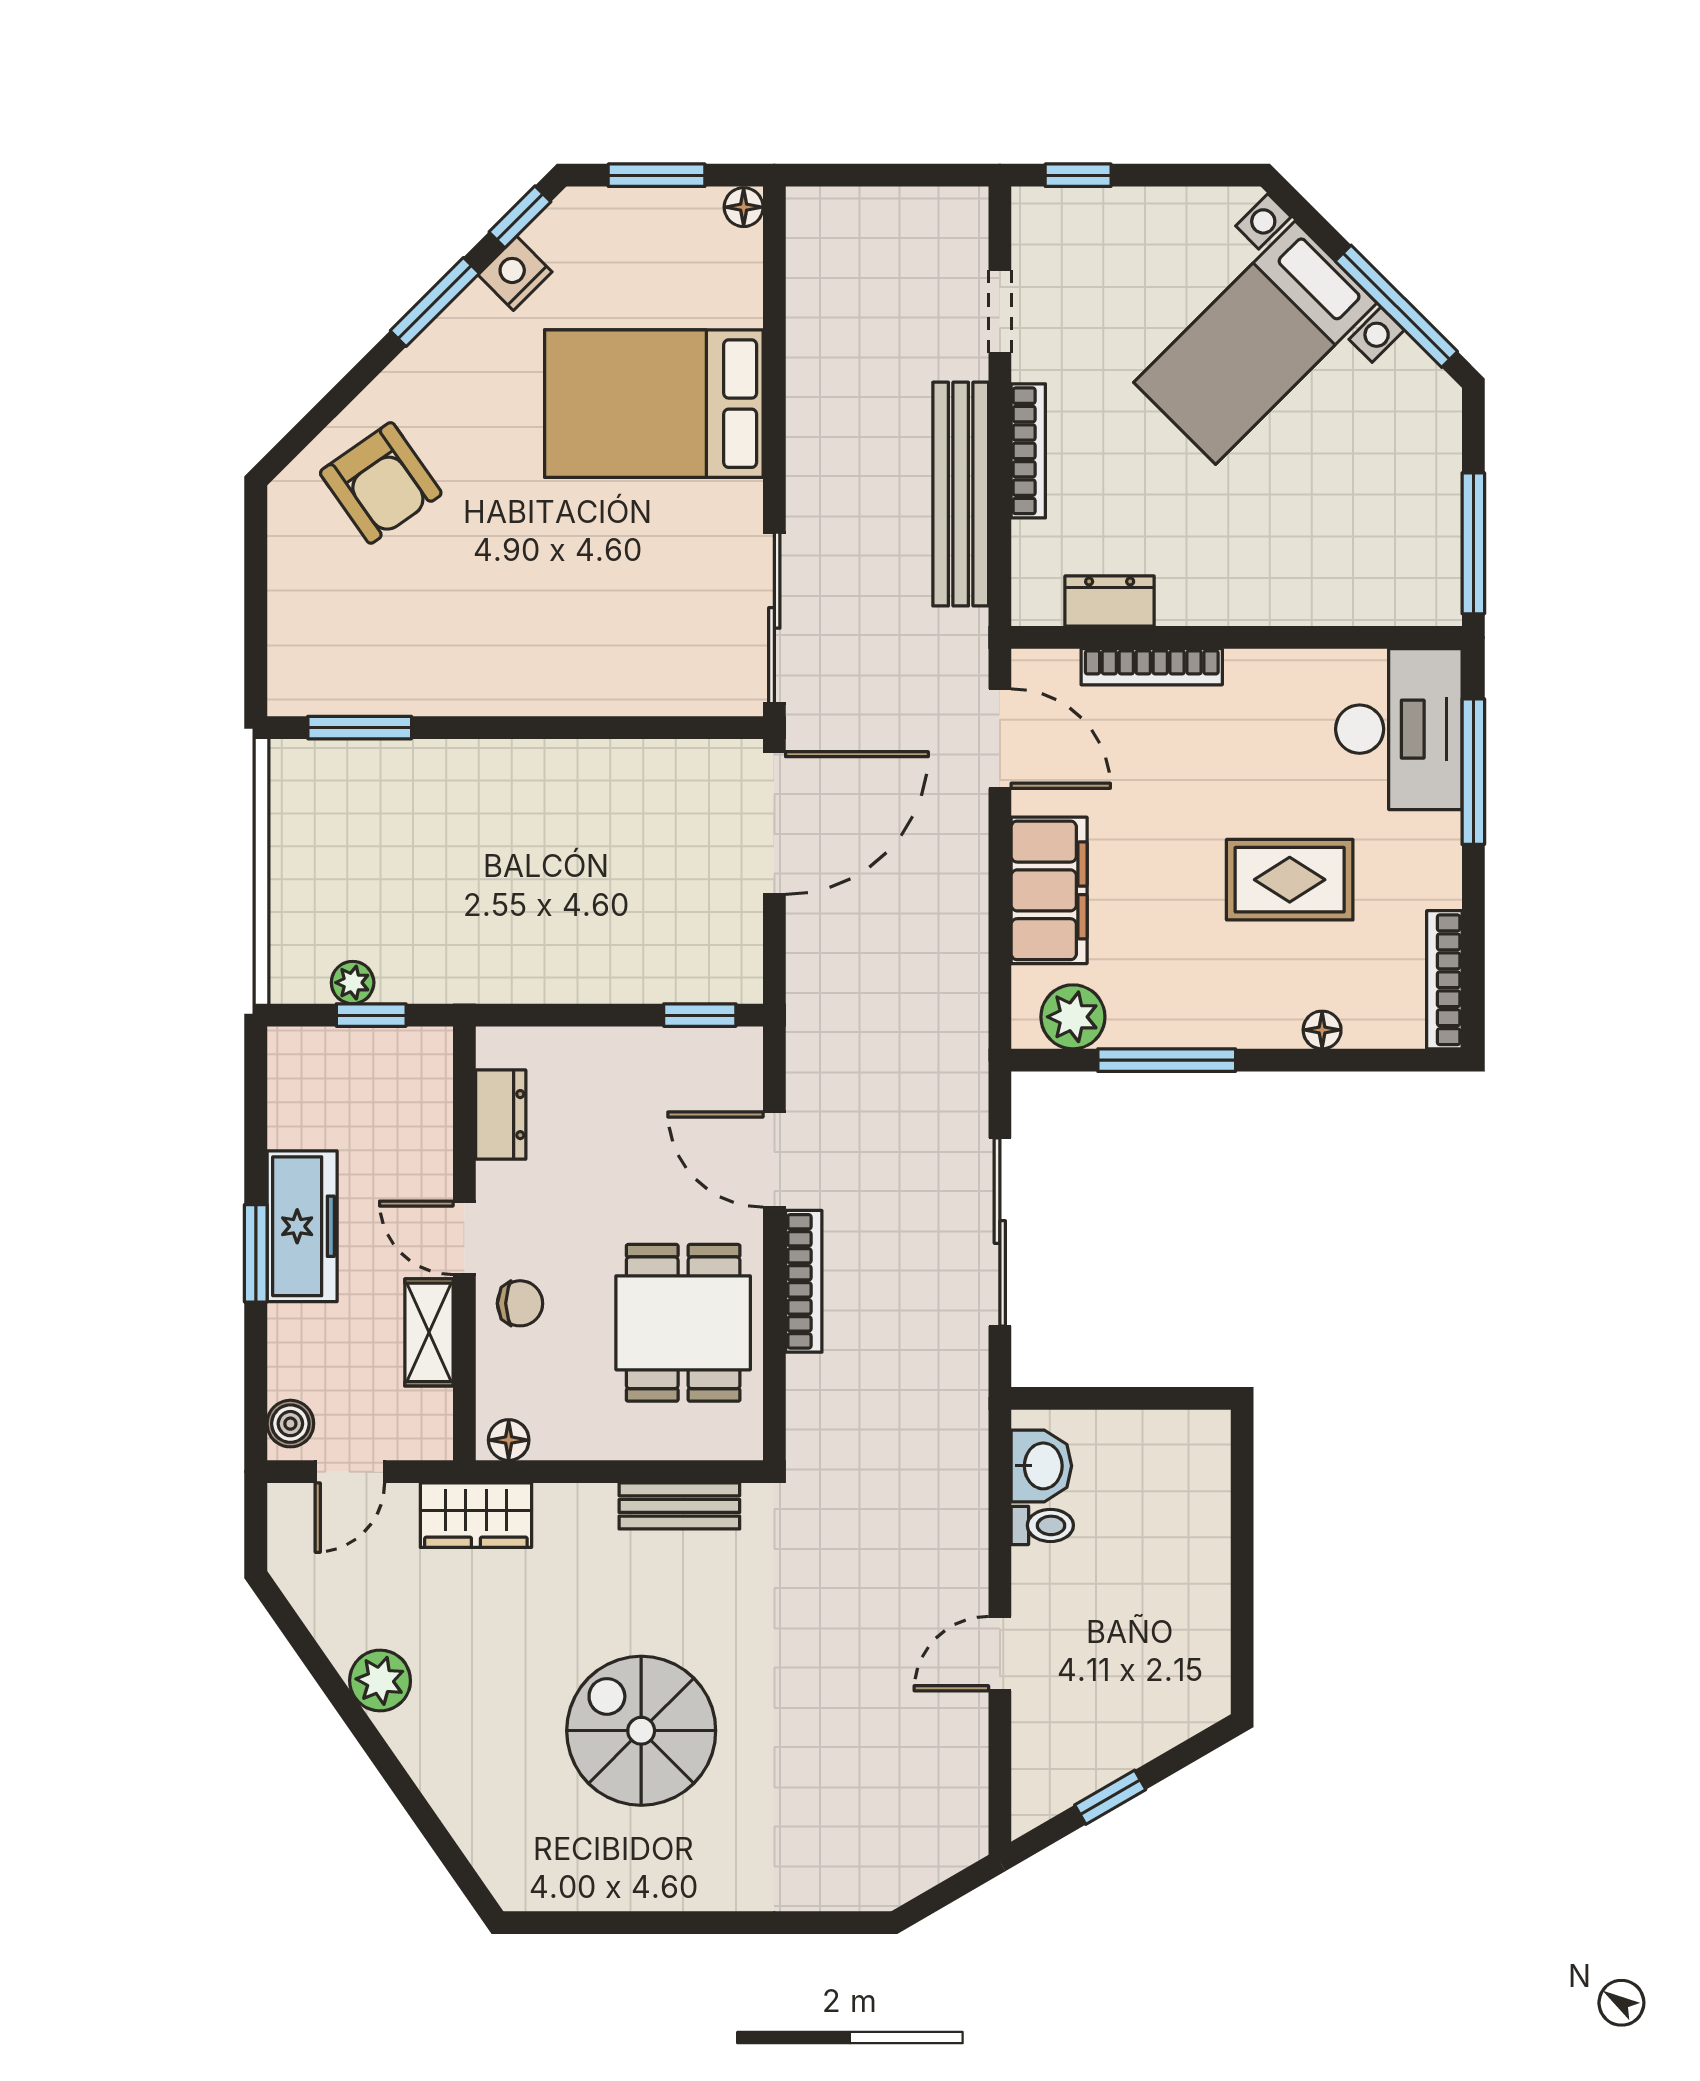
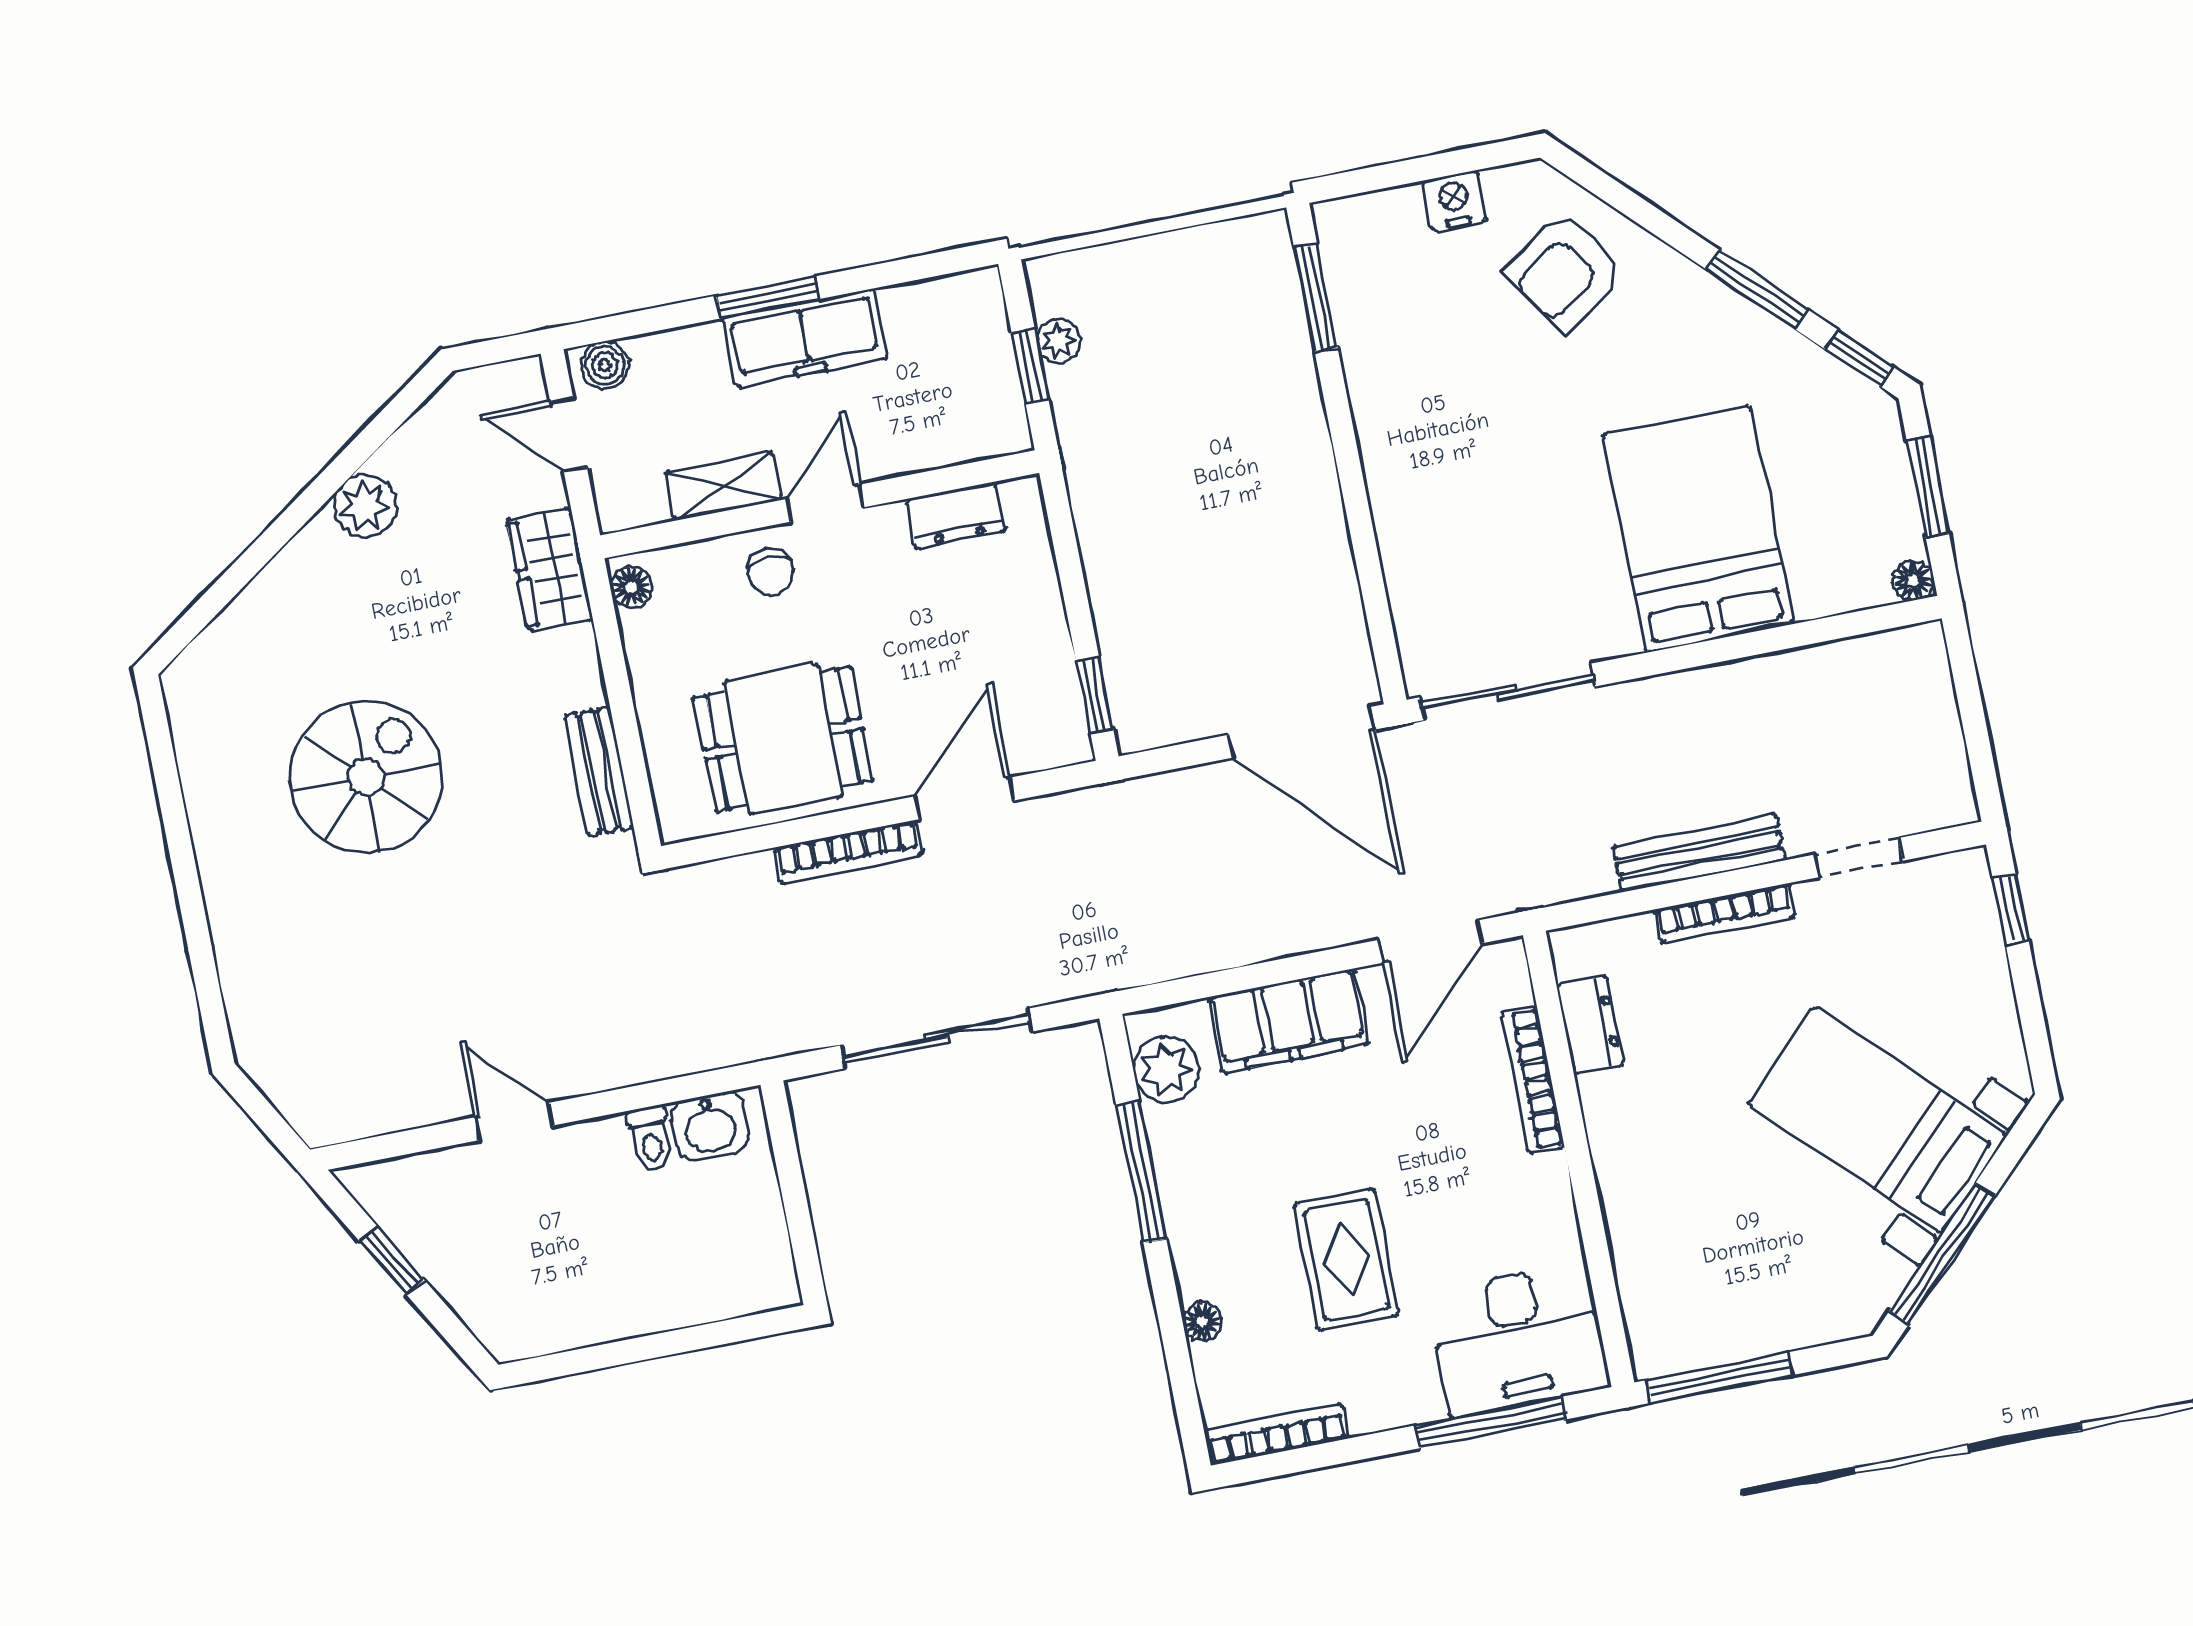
nightstand: (515, 273) -> (1454, 201), moved, turned -45
bench: (961, 494) -> (1699, 853), width x0.73, depth x0.82

